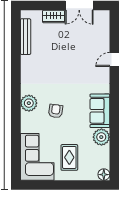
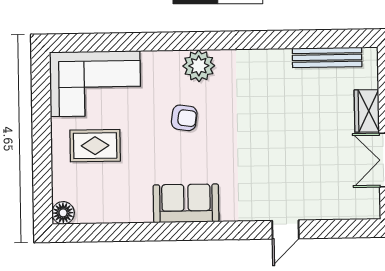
door: (114, 60) -> (286, 230), swing flipped
plant: (101, 137) -> (135, 207), removed

